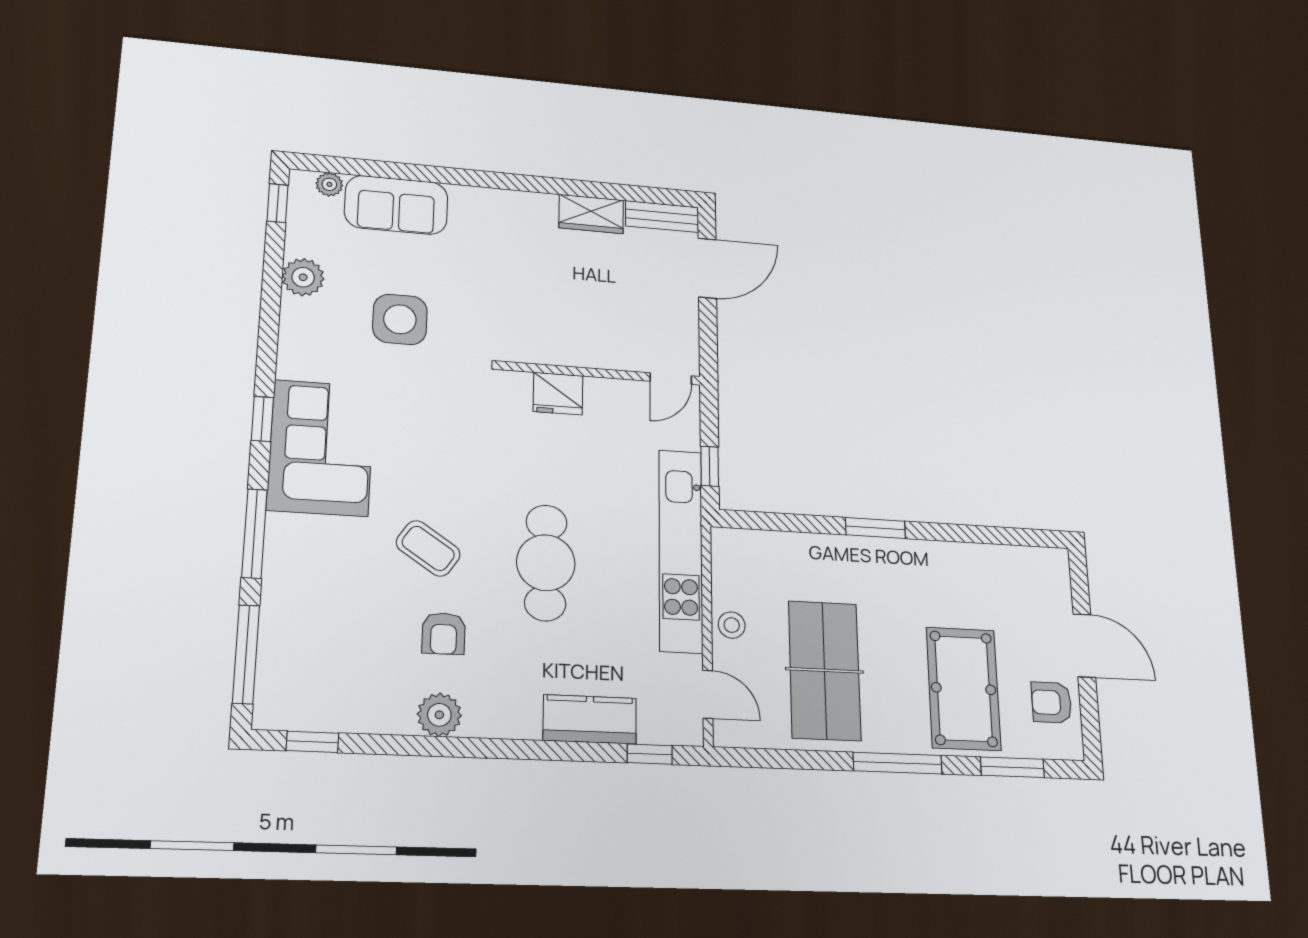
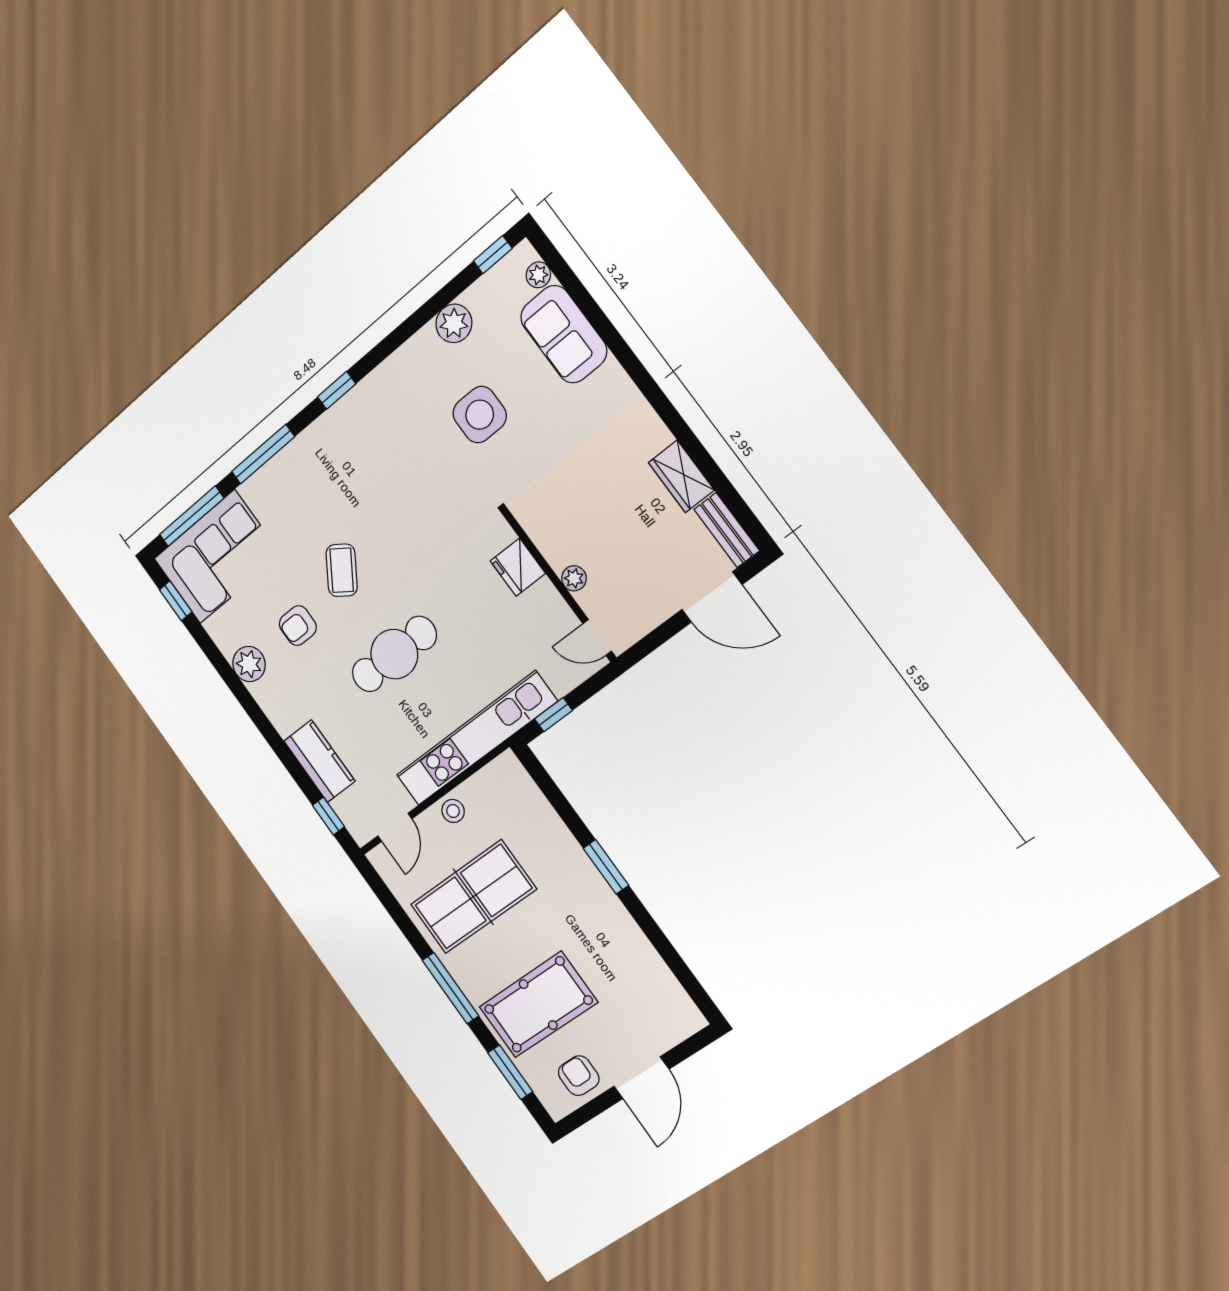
plant: (606, 357) -> (574, 578), added
corner sofa: (321, 448) -> (217, 557), moved

